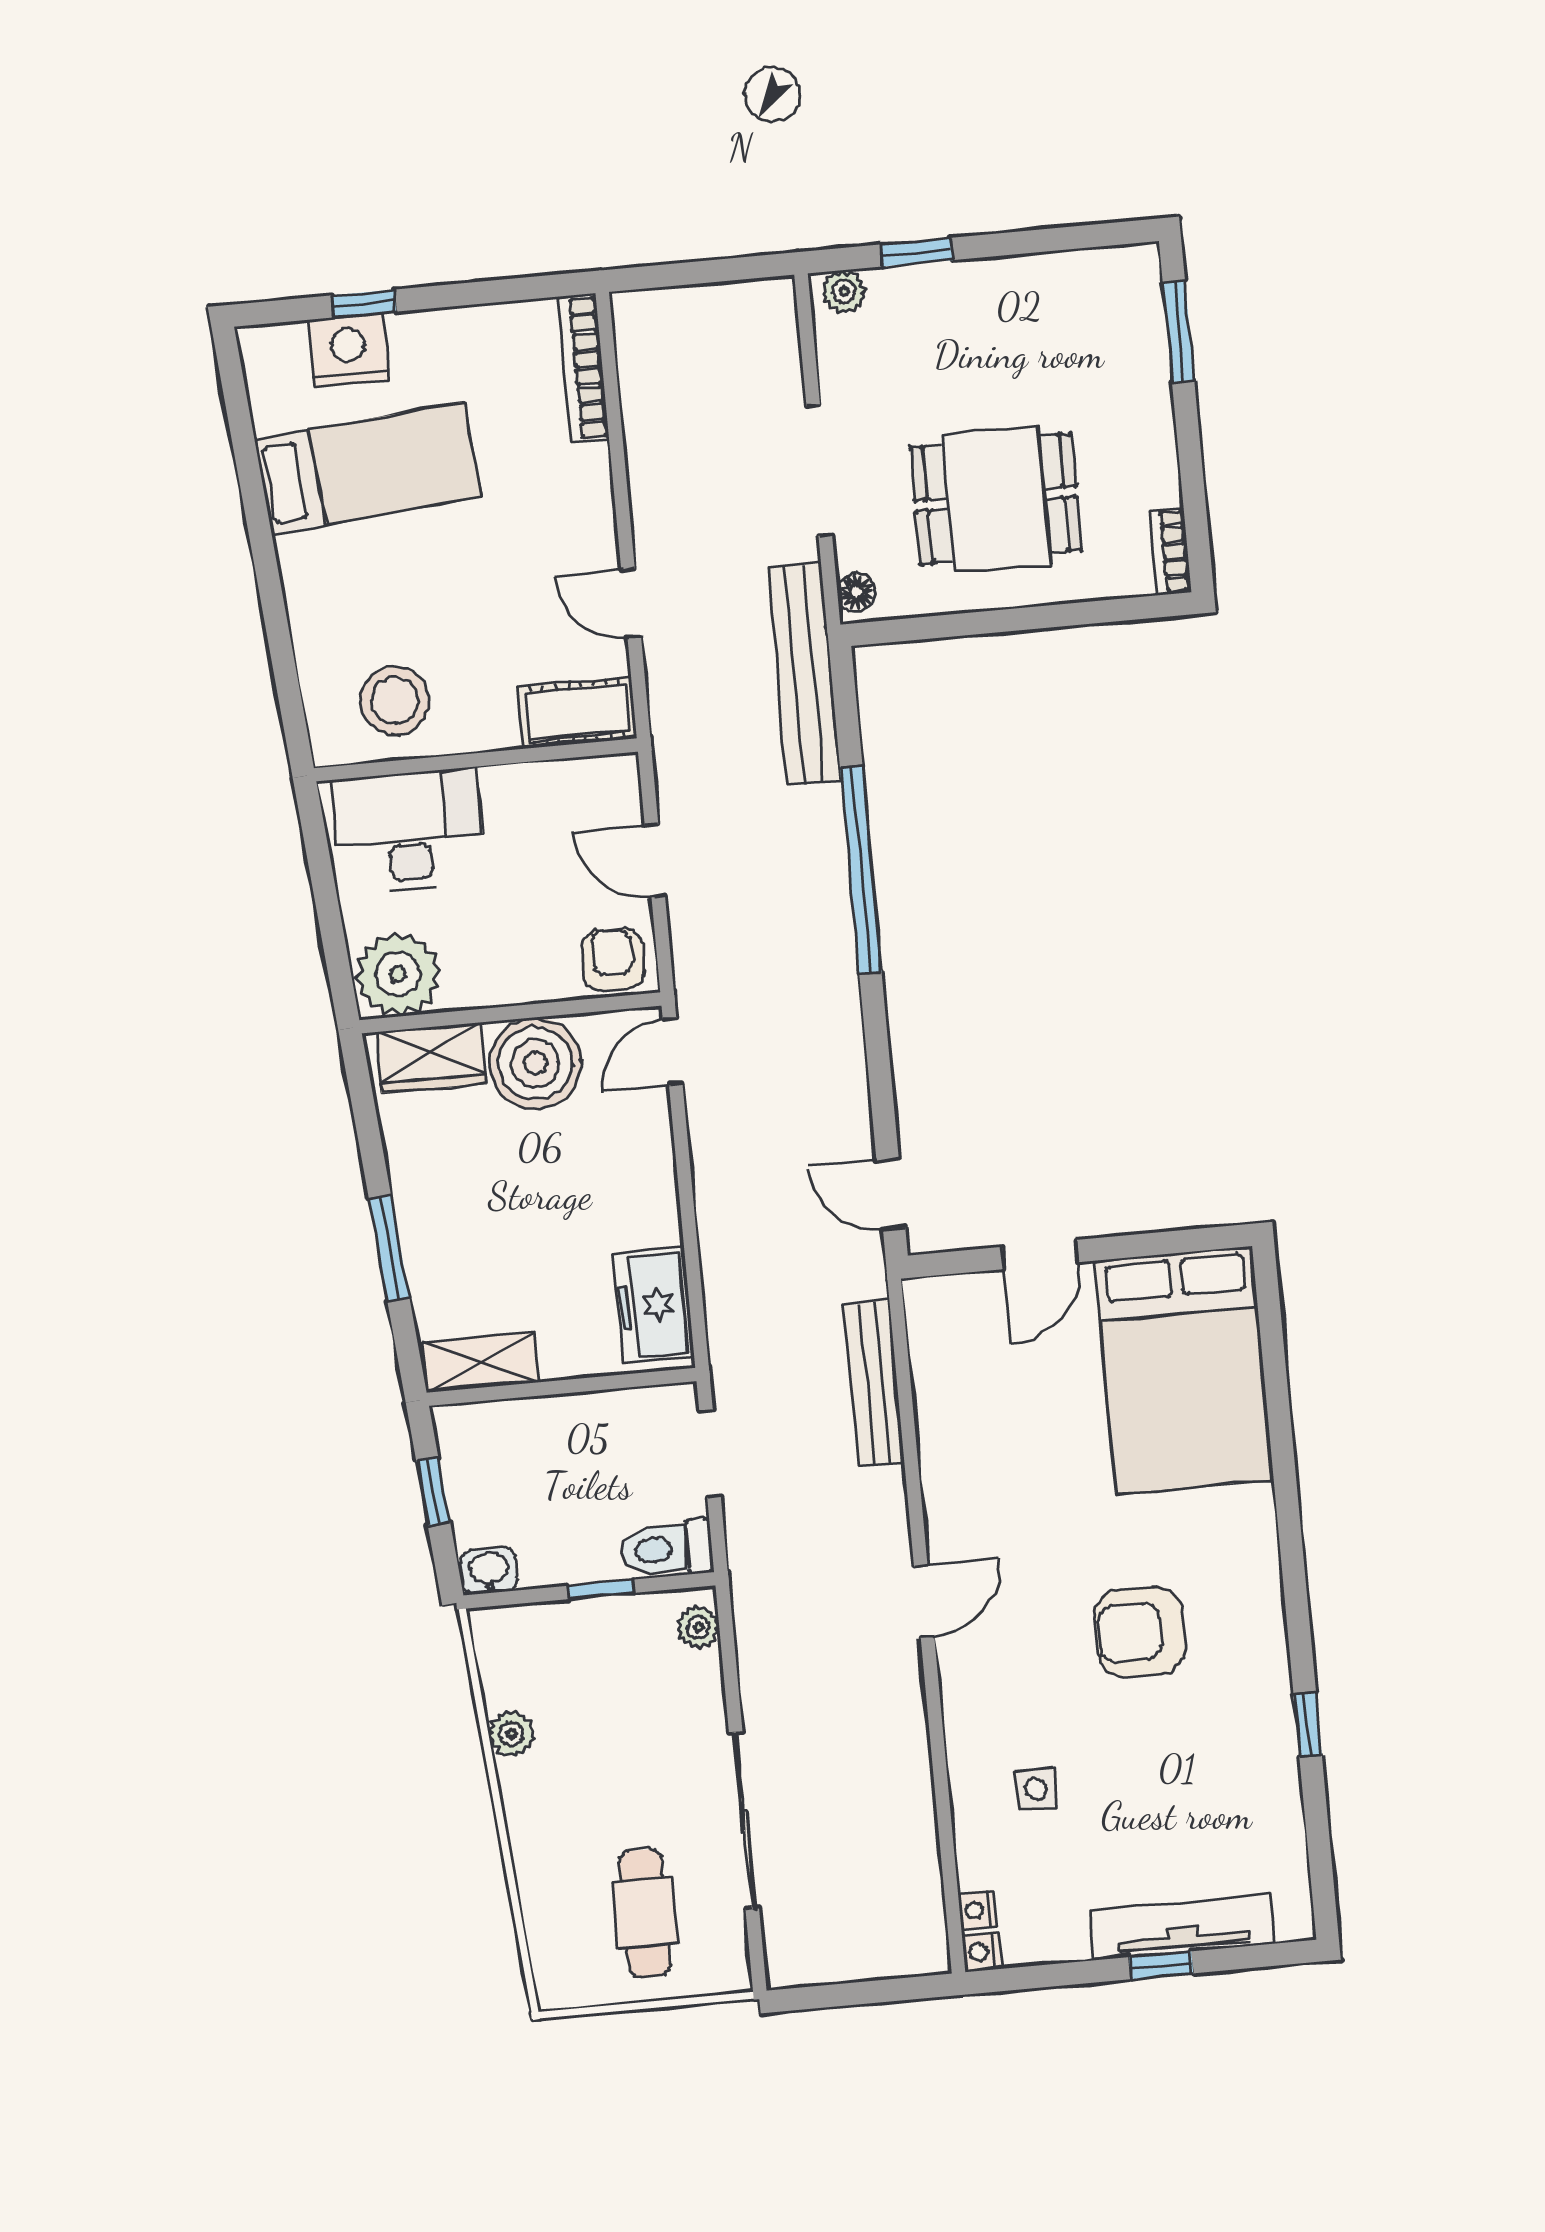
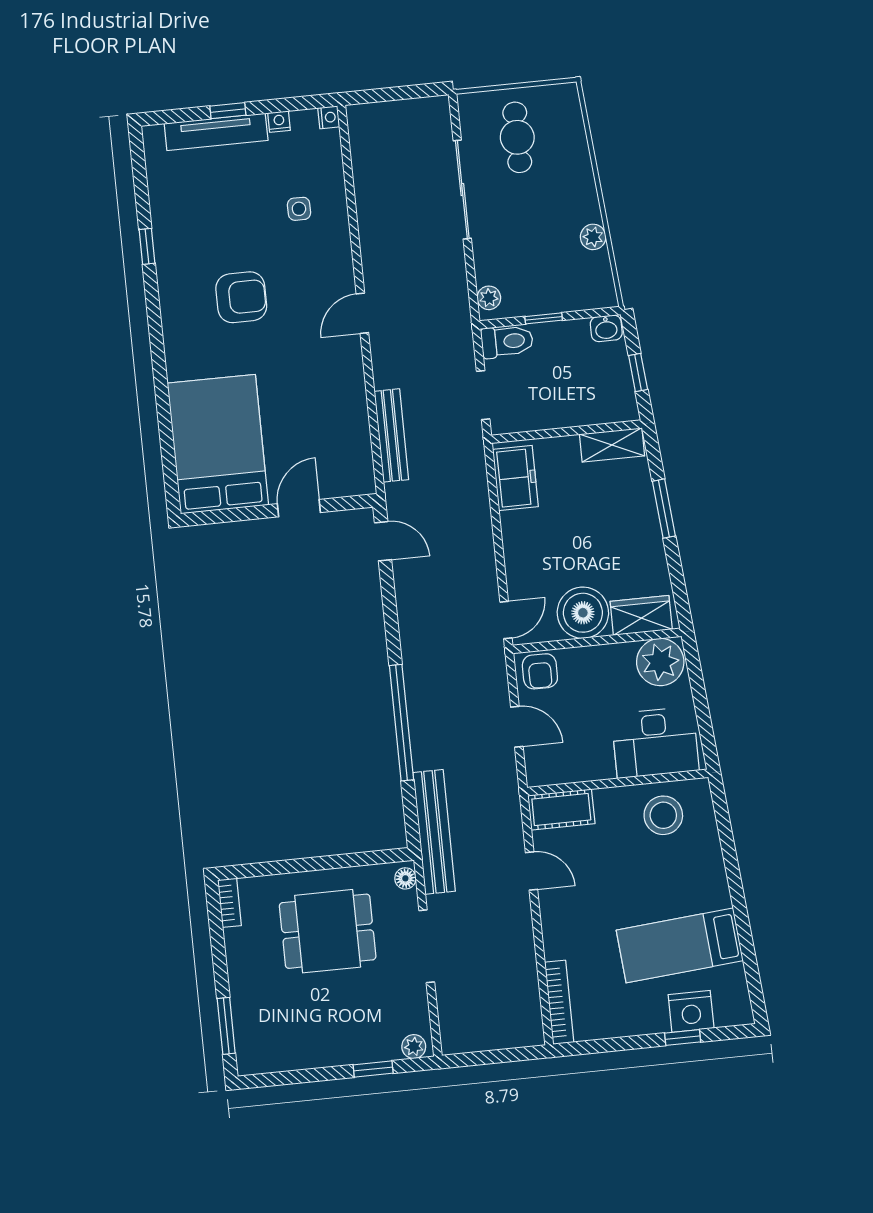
nightstand: (977, 1910) -> (279, 122), moved, turned -90

